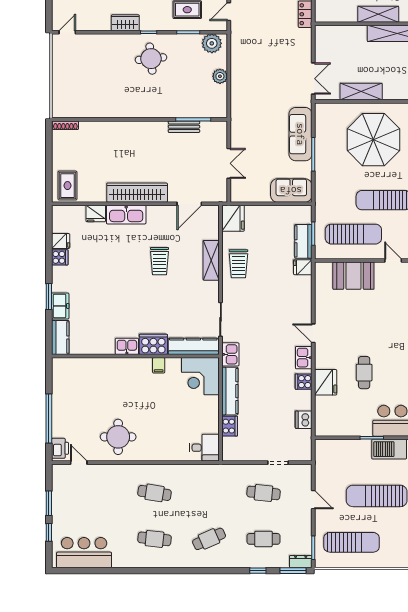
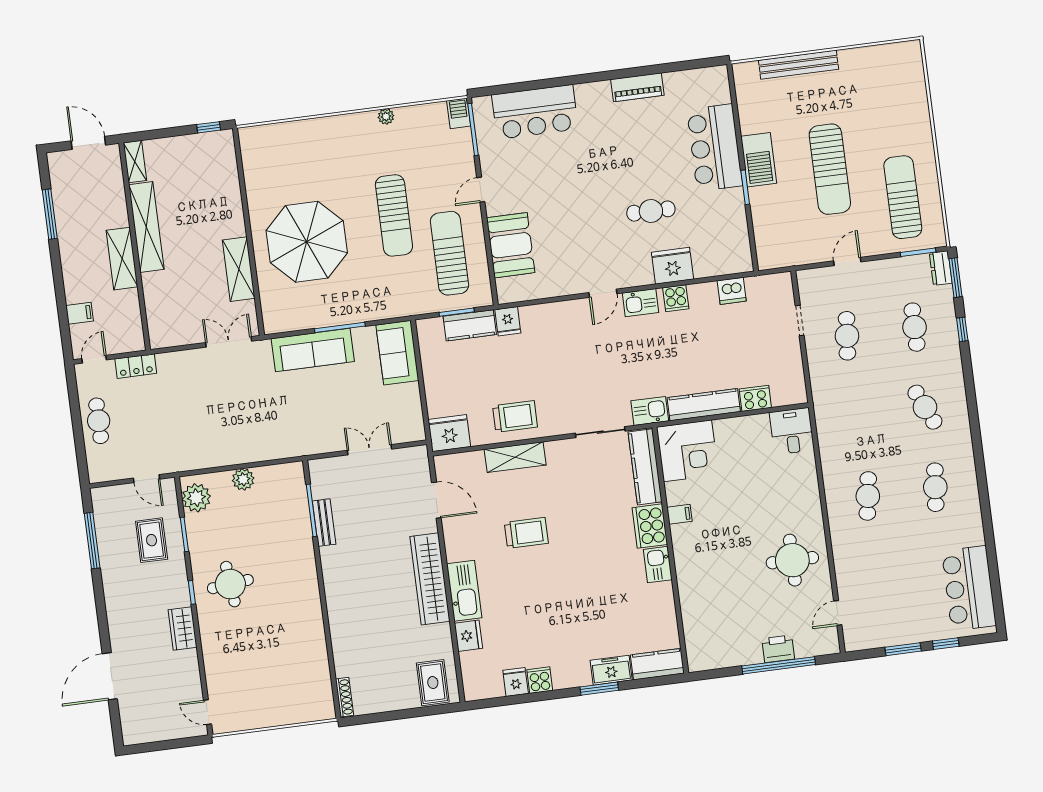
rug: (67, 186) -> (433, 683), turned 90
printer: (60, 448) -> (778, 649), moved

